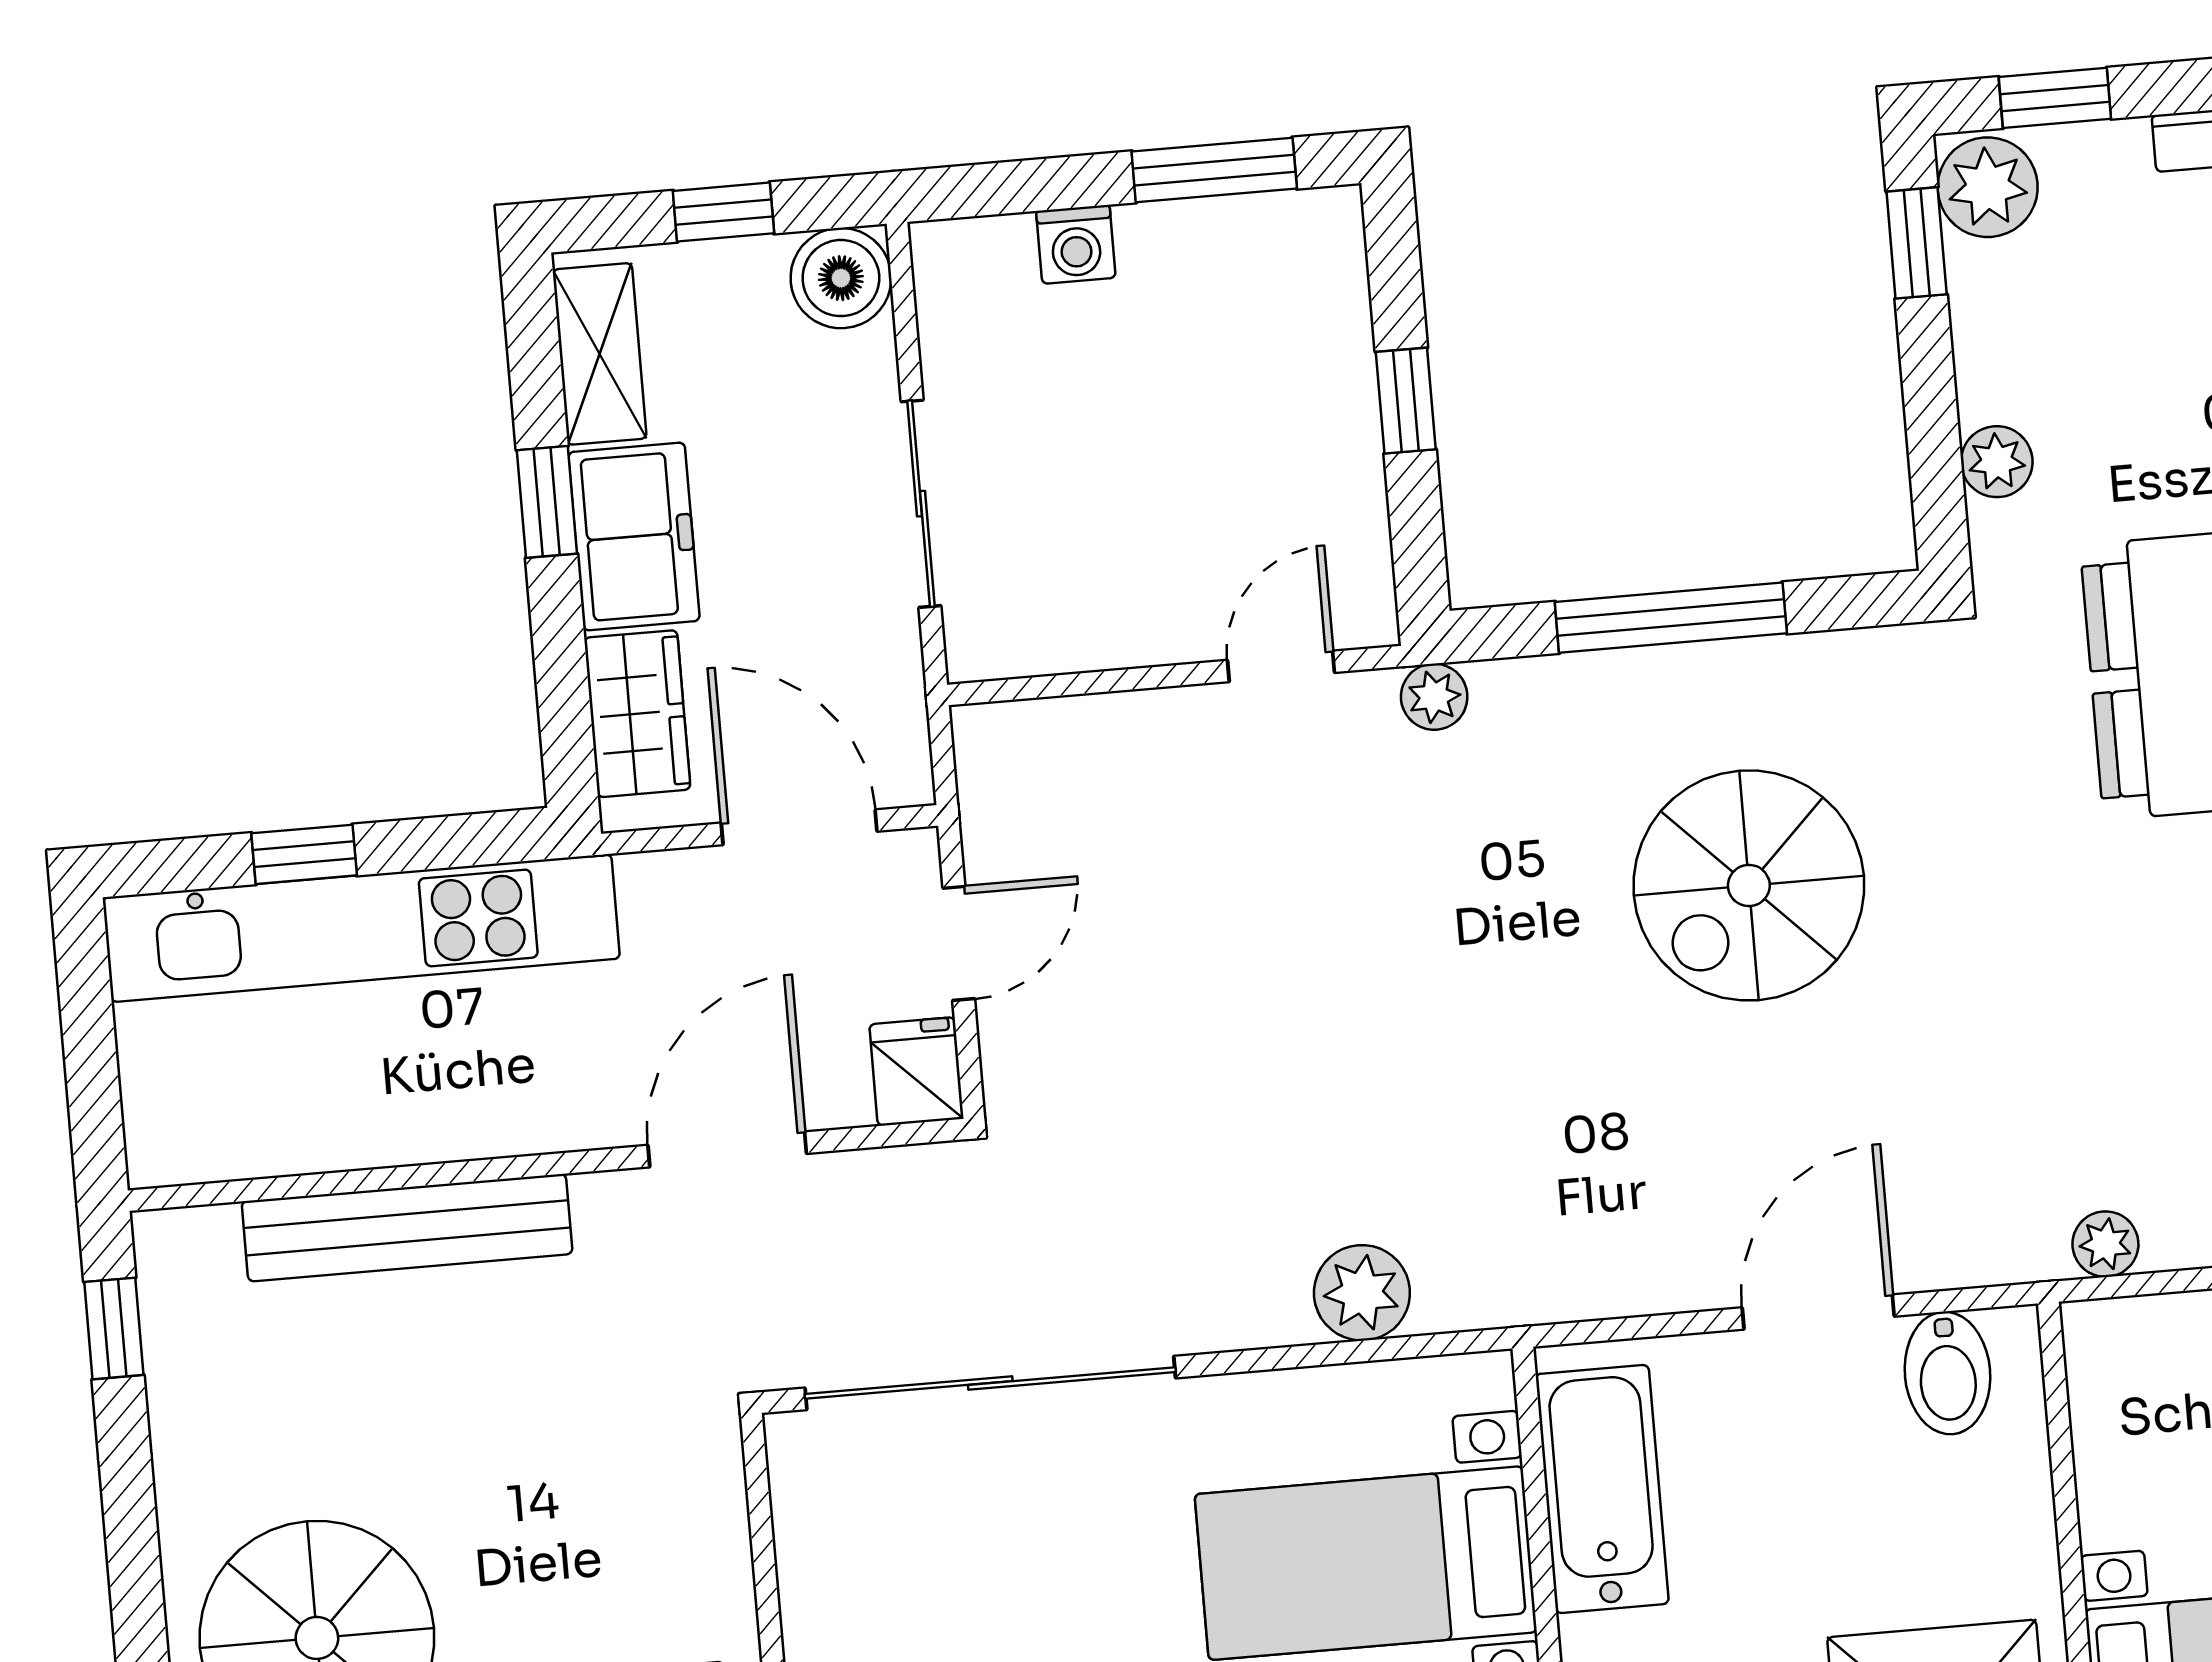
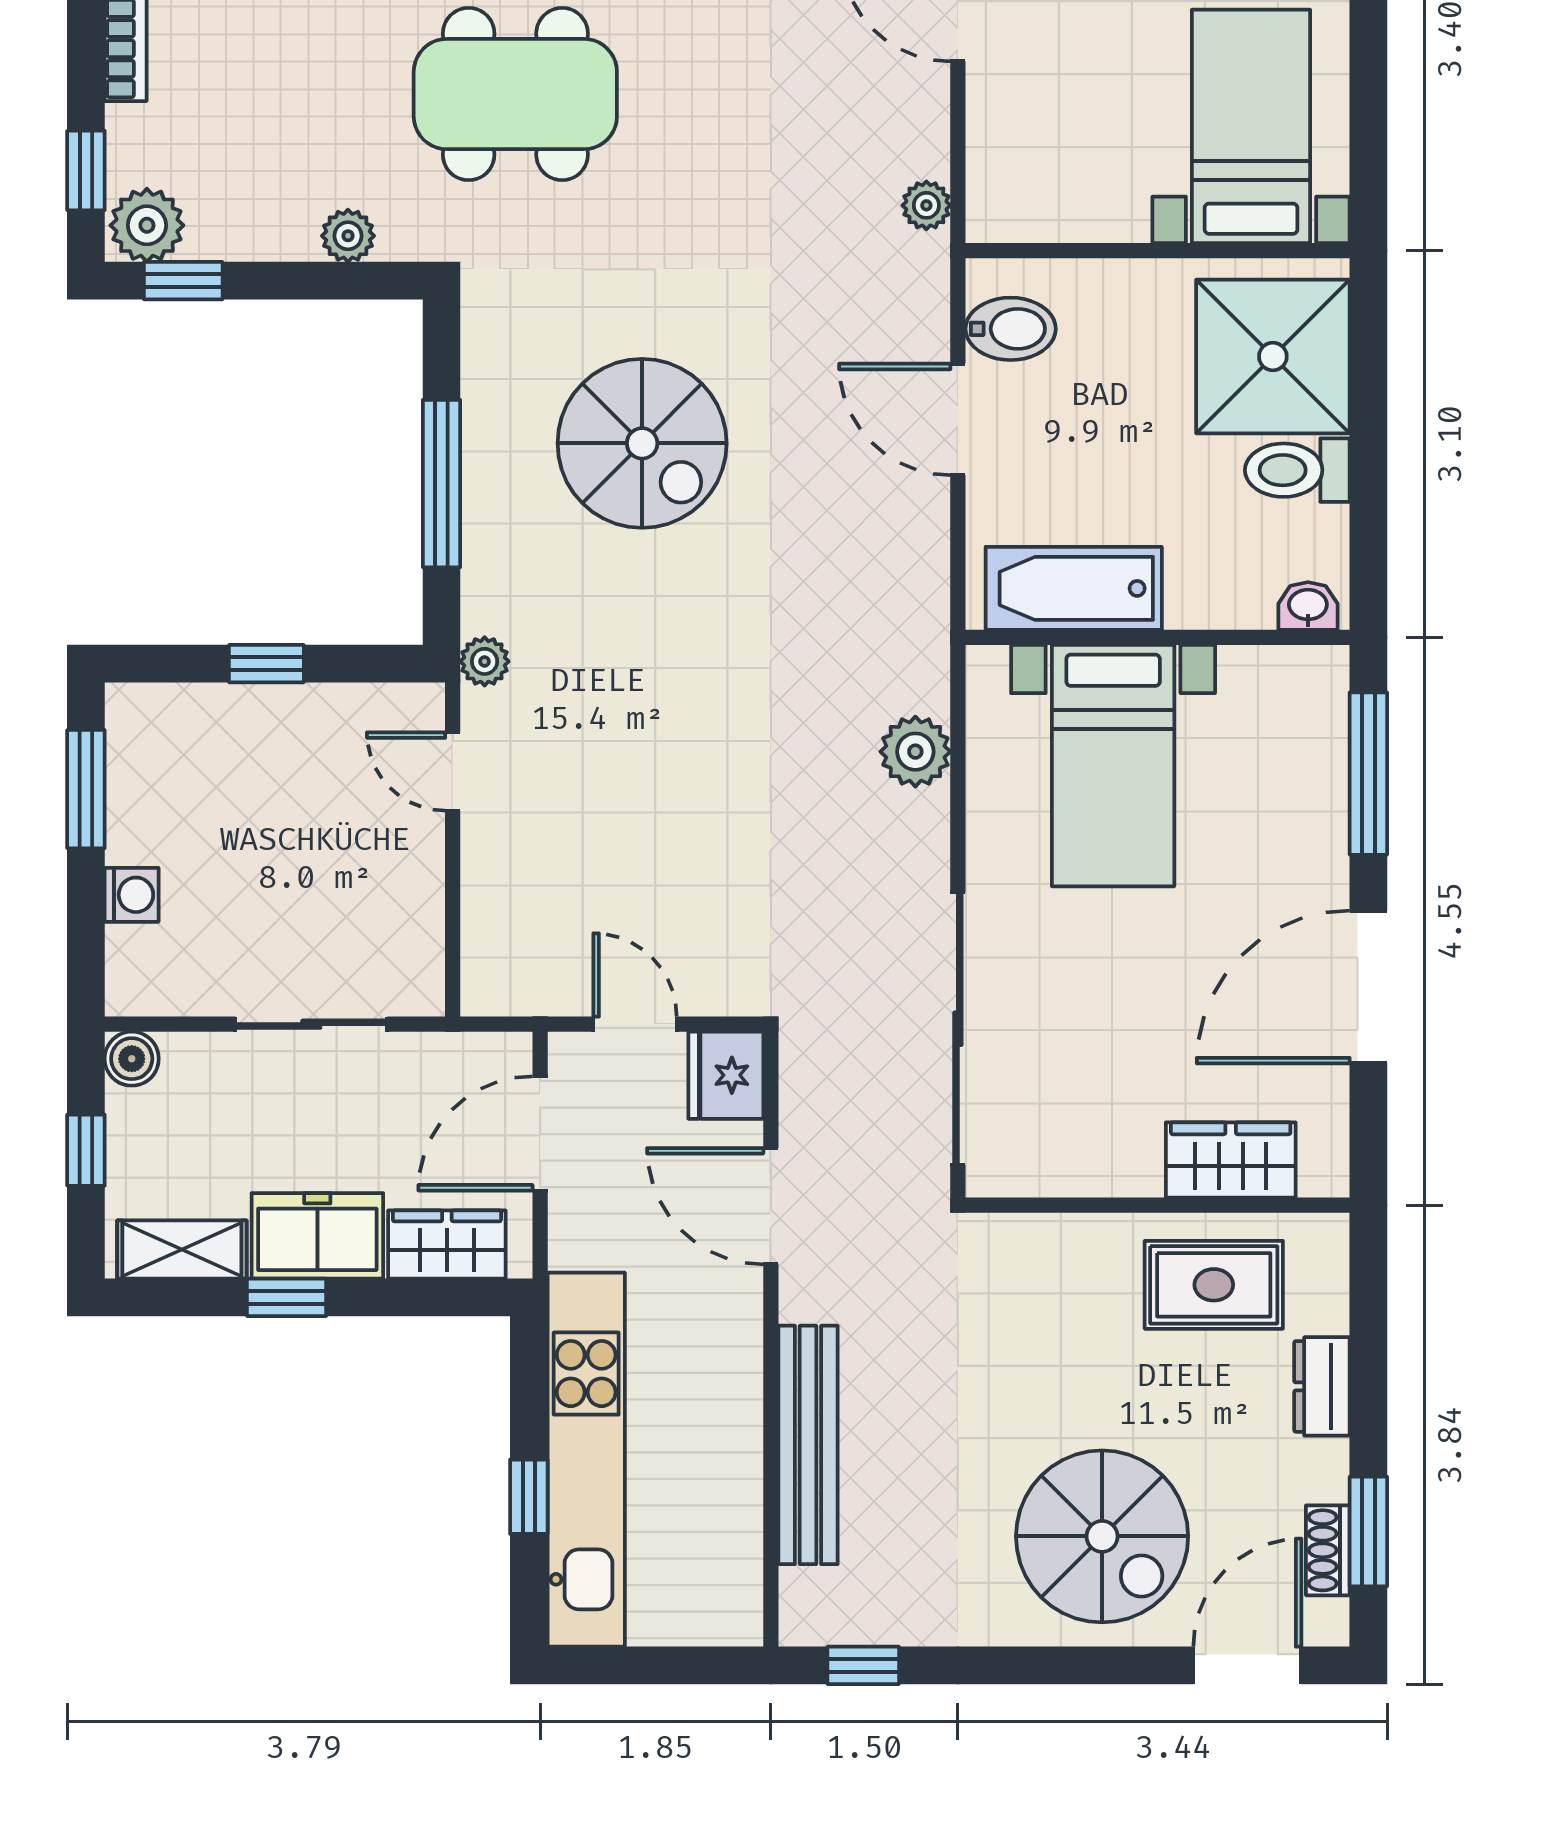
boiler: (841, 278) -> (132, 1059), width x0.73, depth x0.73
fridge: (916, 1072) -> (726, 1075), width x1.38

